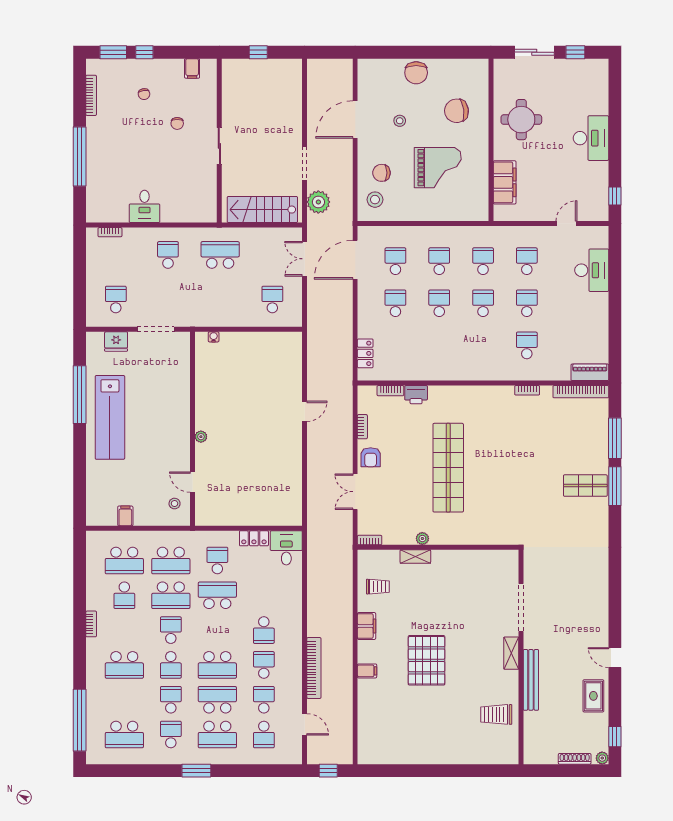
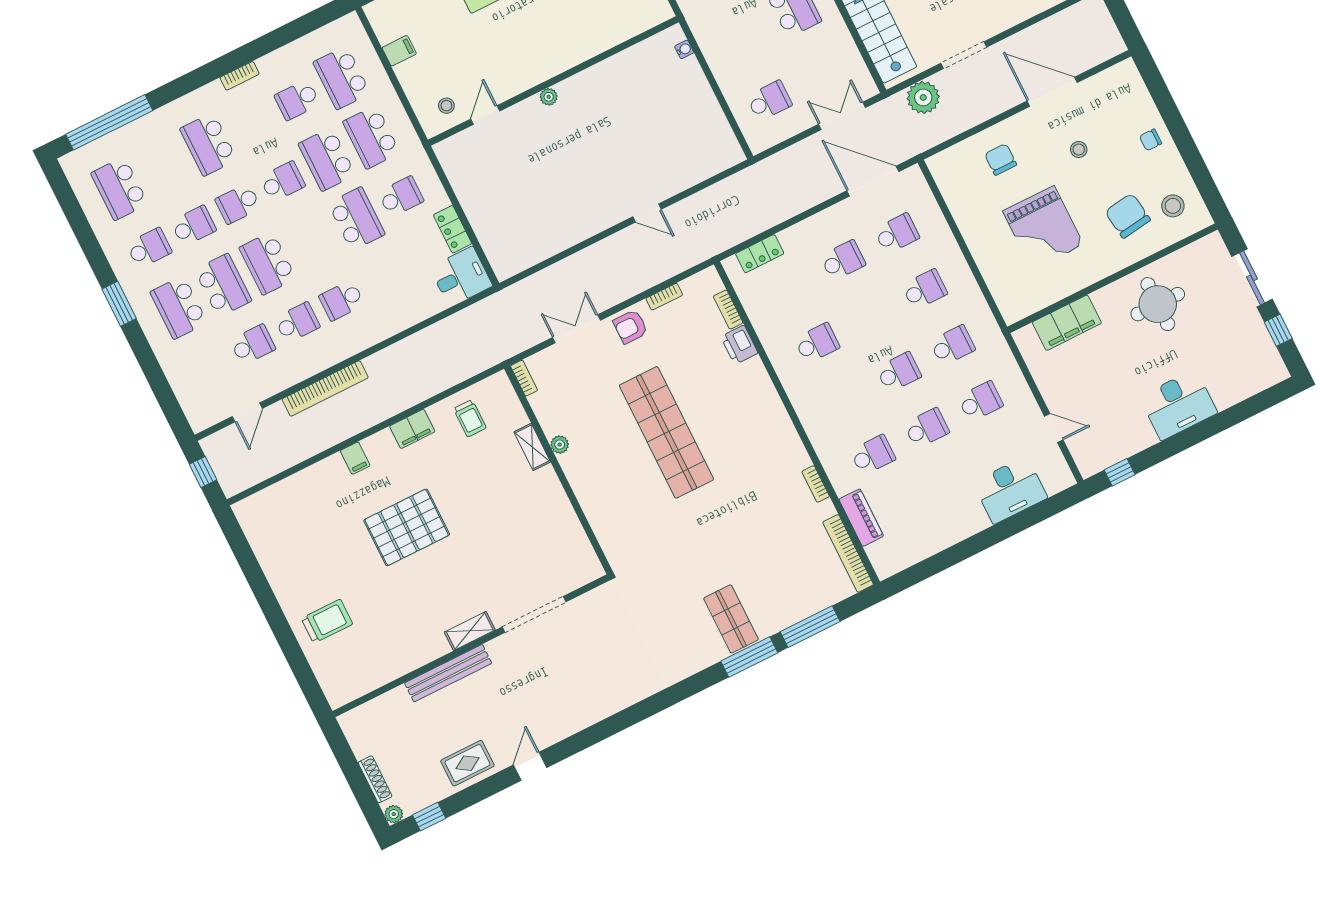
chair: (416, 73) -> (1151, 140), width x0.54, depth x0.54
stool: (375, 200) -> (1173, 206), moved
school desk: (439, 303) -> (817, 343), moved
piano: (590, 372) -> (861, 518), moved
shop shelf: (448, 468) -> (666, 432), turned 90
trolley: (496, 714) -> (327, 621), moved, turned 90
school desk: (264, 735) -> (208, 367), removed

